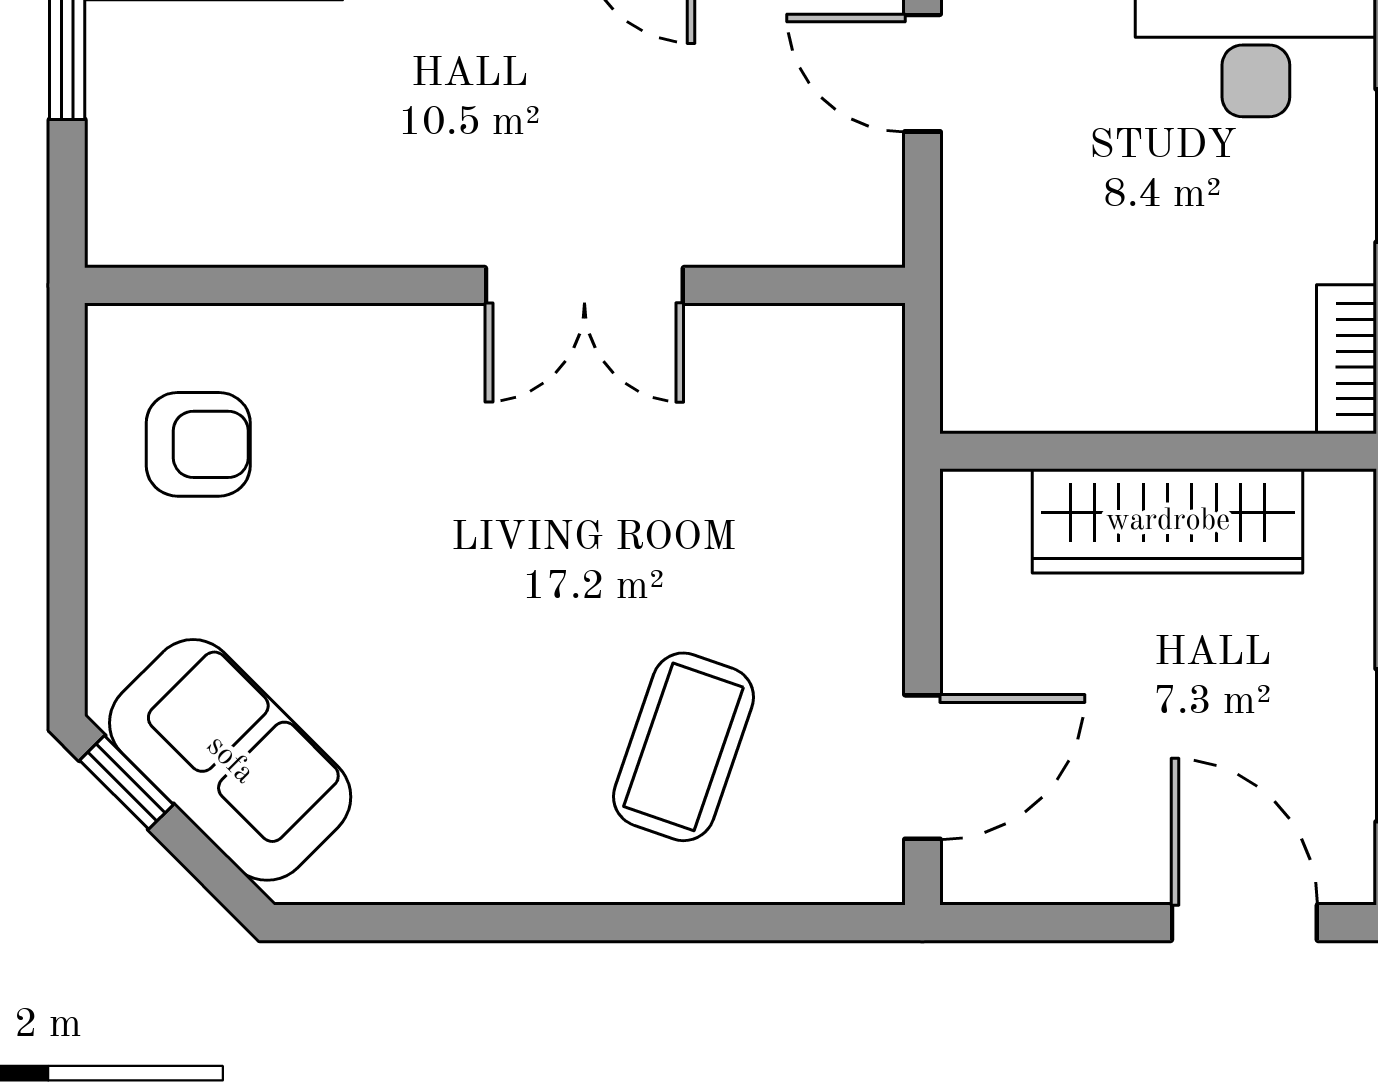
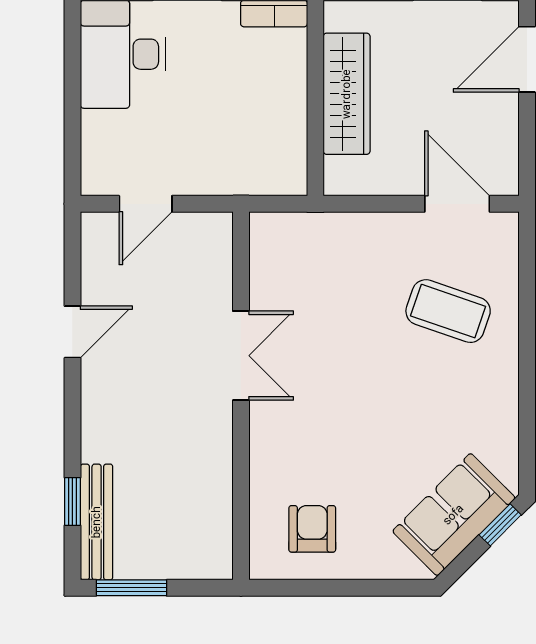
window: (127, 782) -> (500, 525), moved

